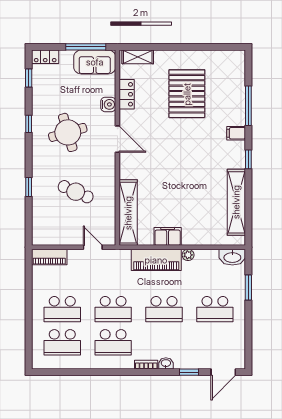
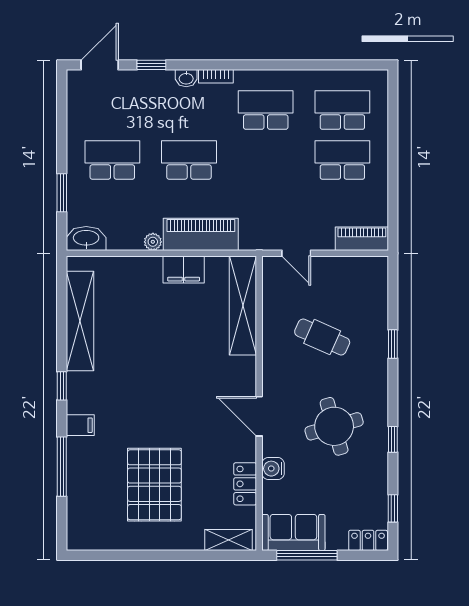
school desk: (113, 309) -> (266, 160), removed

